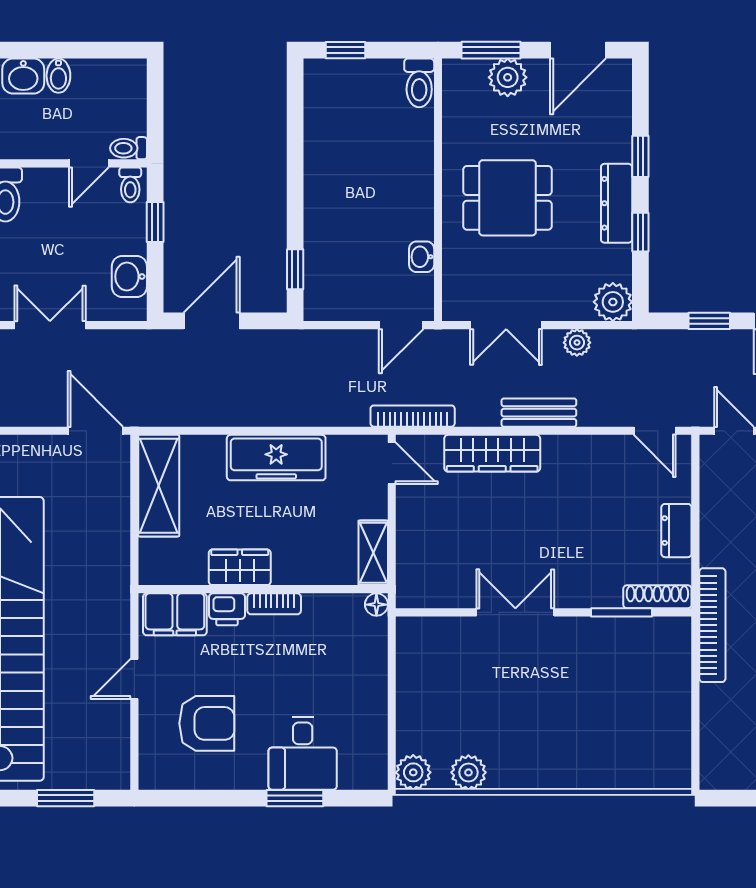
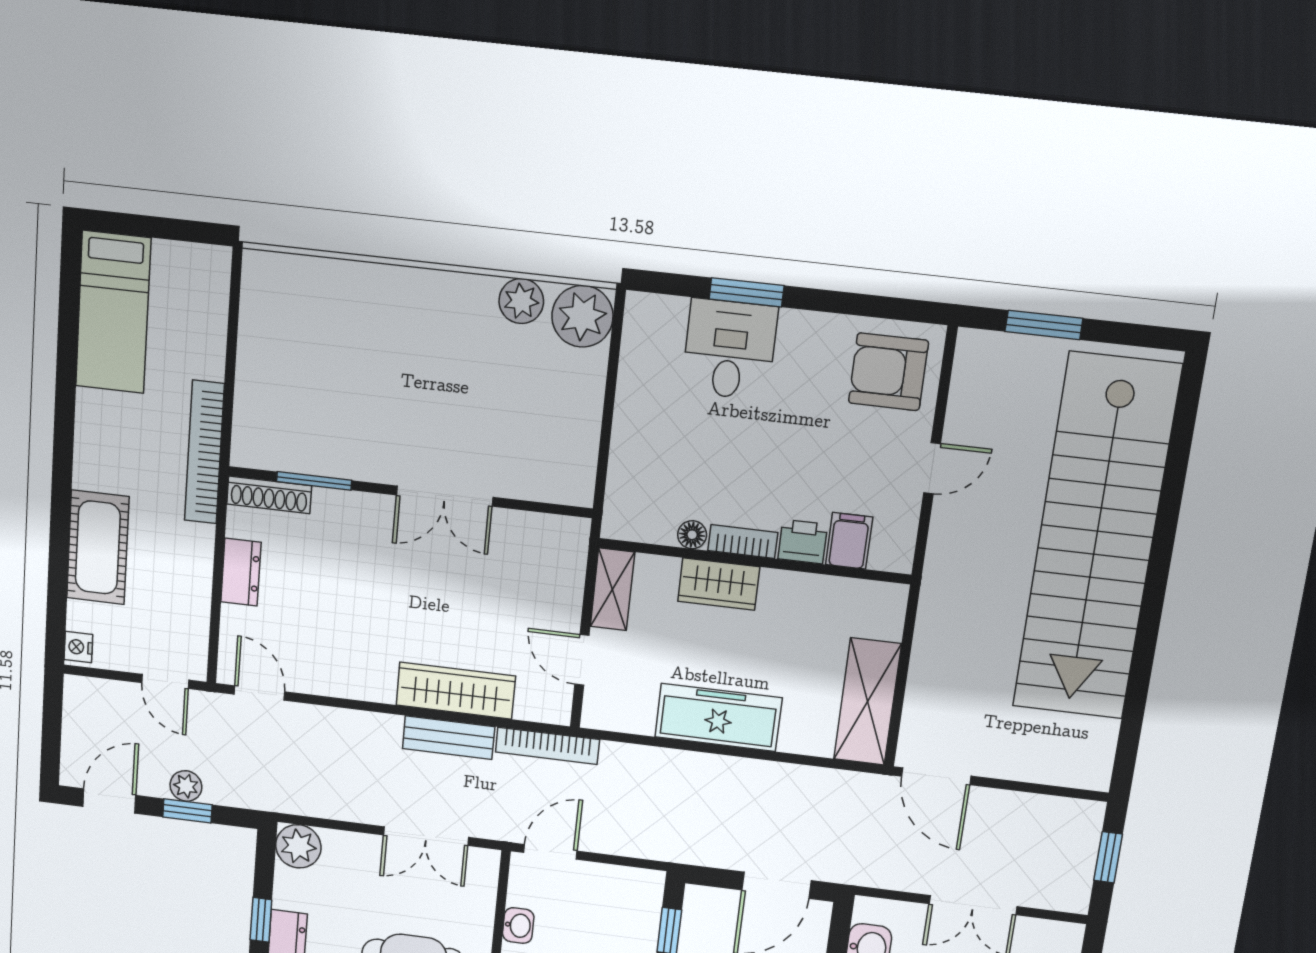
double door: (506, 325) -> (426, 836), swing flipped
plant: (577, 343) -> (186, 786), moved
bench: (539, 413) -> (449, 738), moved
door: (392, 463) -> (582, 660), moved
wardrobe: (240, 567) -> (719, 584), moved
floor lamp: (376, 605) -> (692, 535), moved
filing cabinet: (175, 614) -> (849, 541), width x0.50
armchair: (207, 723) -> (888, 372), moved
plant: (413, 772) -> (582, 316), width x1.36, depth x1.36

